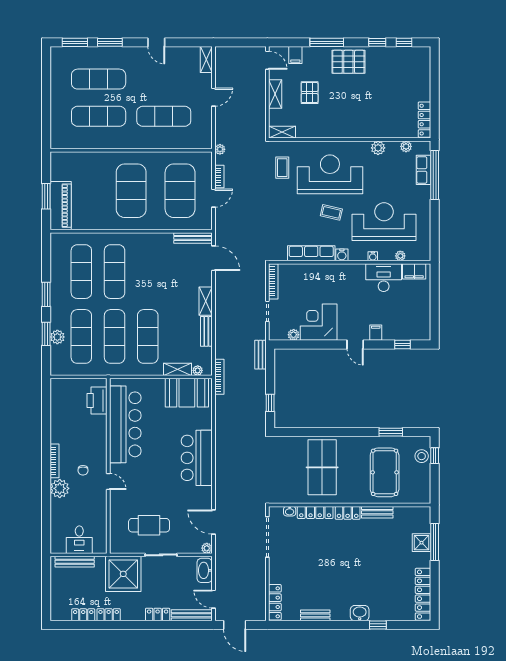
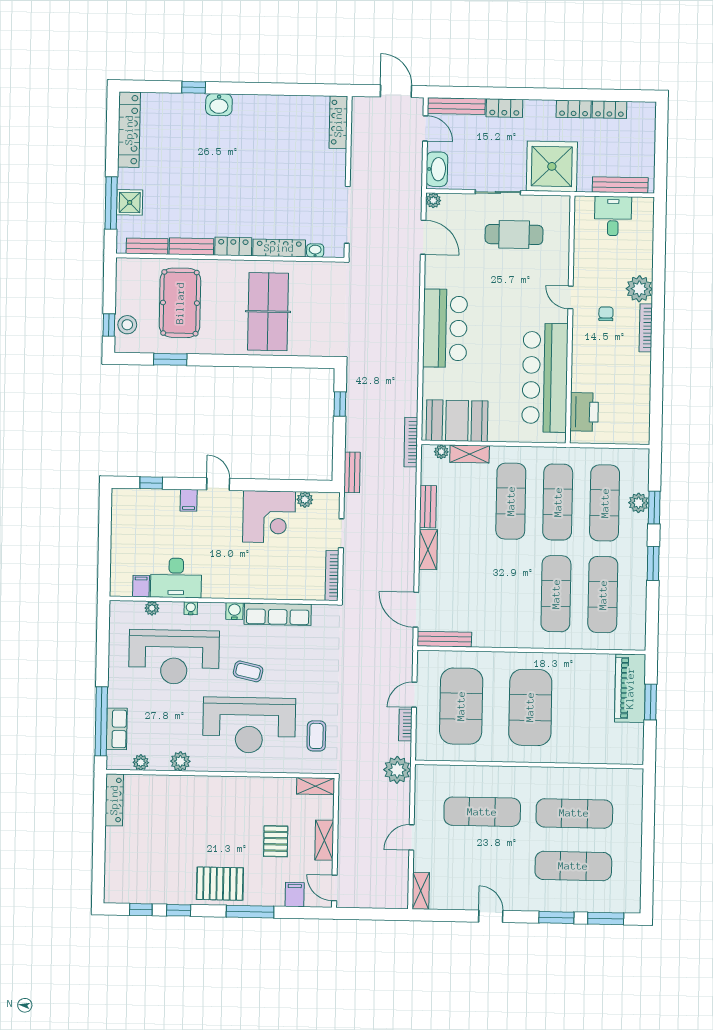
plant: (220, 149) -> (397, 770), width x1.88, depth x1.88
filing cabinet: (414, 271) -> (141, 586), width x0.50
bench: (315, 615) -> (147, 246), moved

